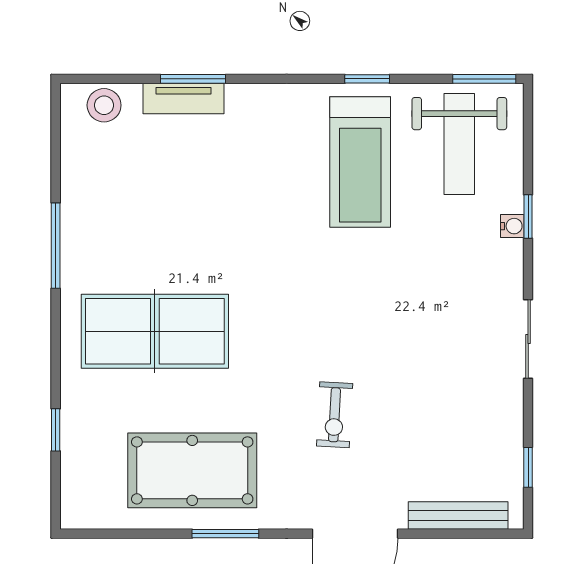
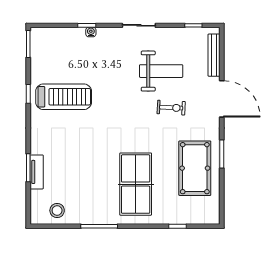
stool: (104, 105) -> (57, 210), moved
weight bench: (459, 144) -> (161, 71), moved

